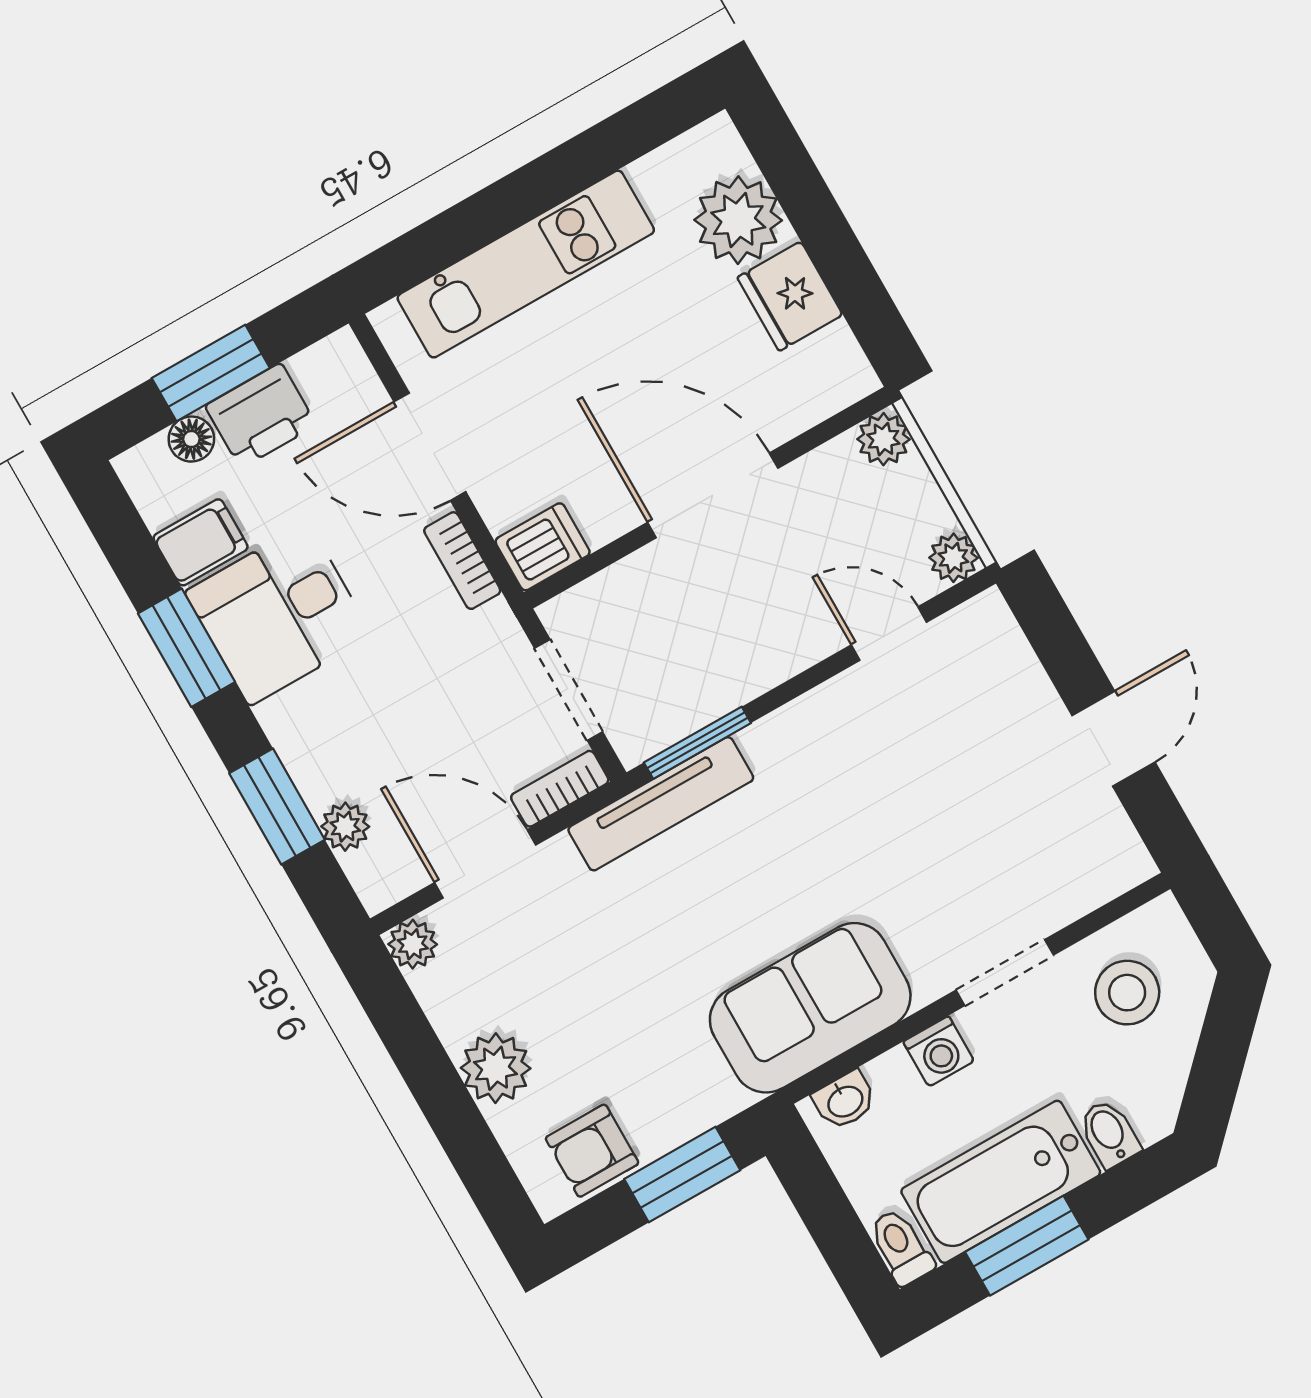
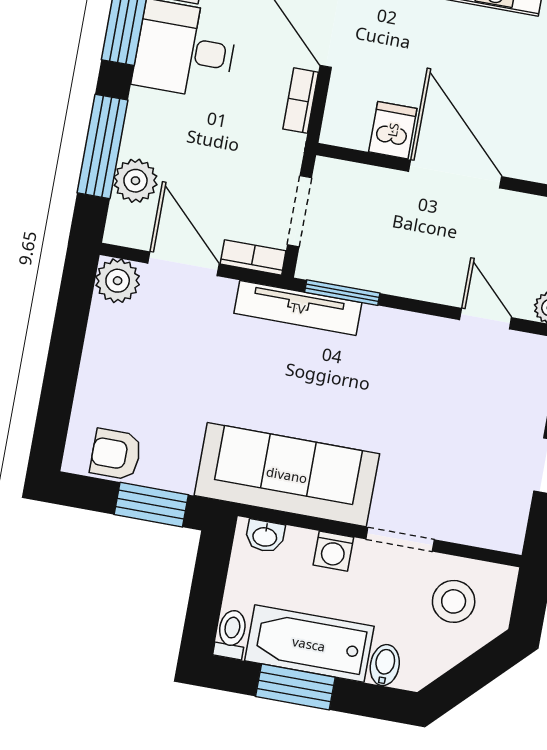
dishwasher: (543, 547) -> (393, 130), moved, turned -90
window: (277, 806) -> (103, 146), width x1.44
plant: (345, 827) -> (135, 181), width x1.38, depth x1.38
plant: (413, 944) -> (118, 281), width x1.38, depth x1.38
sofa: (810, 1008) -> (287, 475), width x1.36
plant: (496, 1068) -> (102, 372), removed

